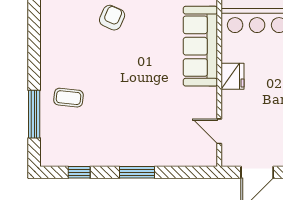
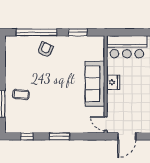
sofa: (200, 46) -> (95, 84), moved
door: (219, 131) -> (106, 123), moved

